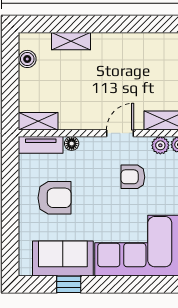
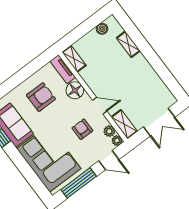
floor lamp: (72, 144) -> (75, 90), width x1.89, depth x1.89
armchair: (55, 198) -> (41, 97), turned -90

